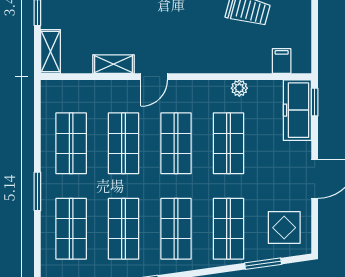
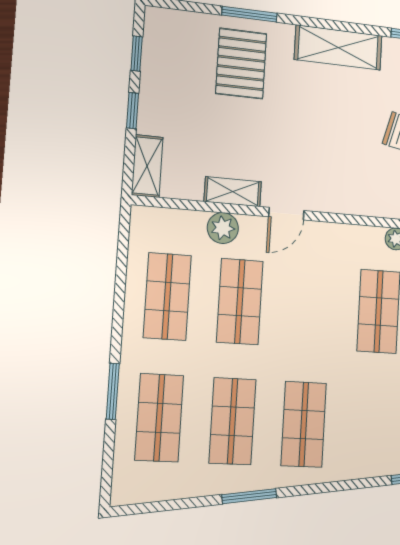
plant: (108, 91) -> (223, 228), added
shop shelf: (176, 143) -> (310, 307), removed
window: (37, 191) -> (113, 391), moved
shop shelf: (229, 229) -> (373, 428), removed

